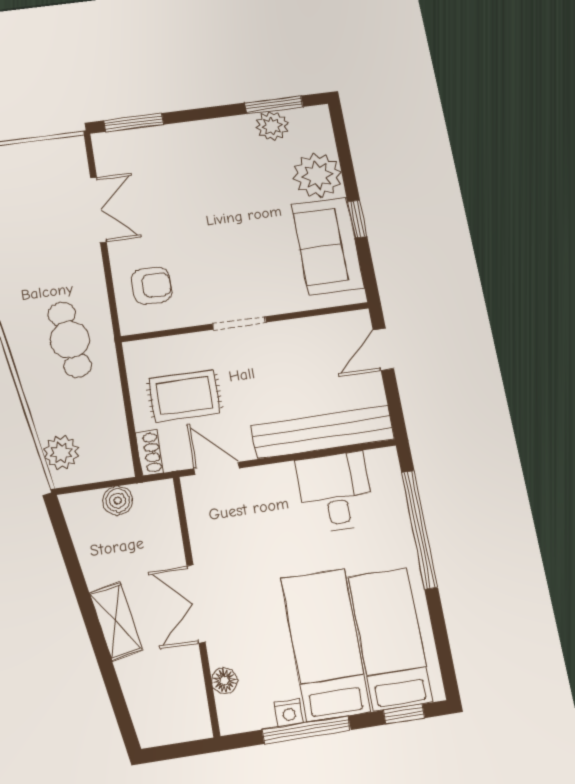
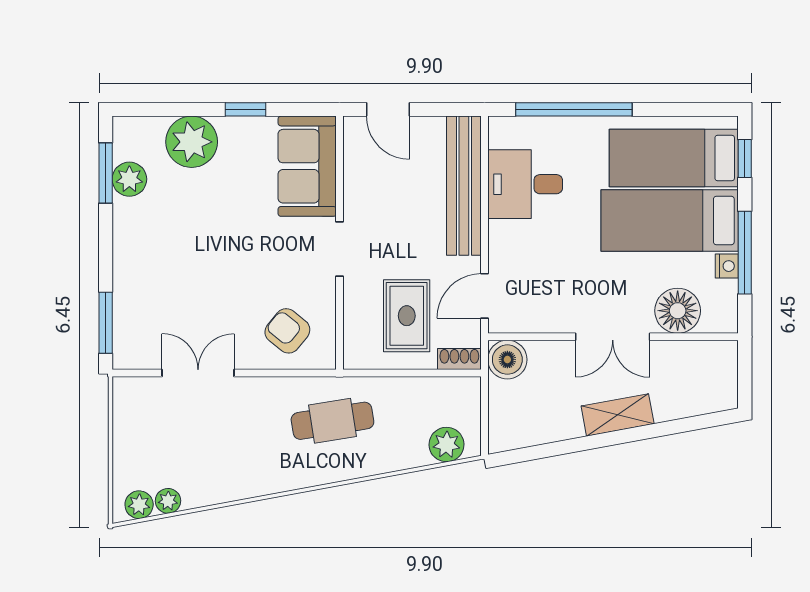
sofa: (328, 246) -> (307, 166), moved, turned 90
armchair: (152, 286) -> (287, 331), turned -51
boiler: (118, 501) -> (507, 360), moved, width x1.36, depth x1.36
floor lamp: (224, 681) -> (678, 311), width x1.89, depth x1.89

